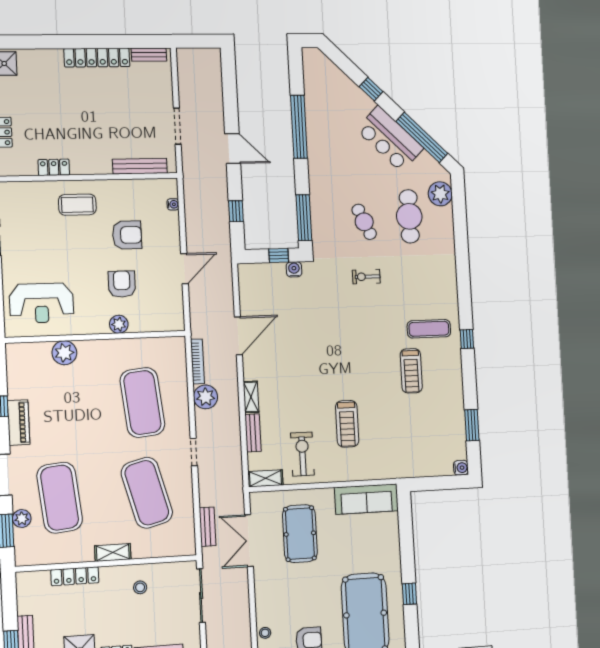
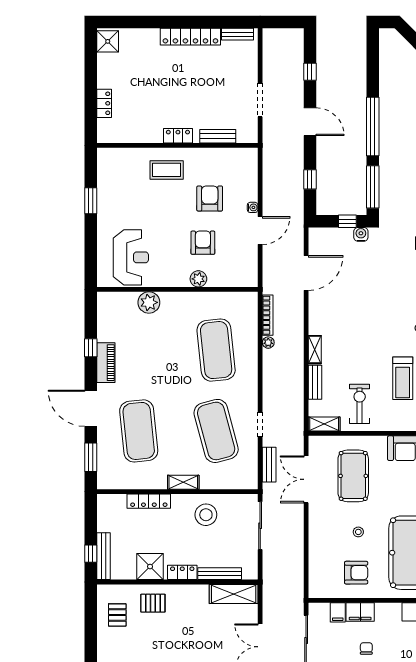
window: (230, 95) -> (310, 72), added
window: (299, 127) -> (373, 127), moved
bench: (140, 166) -> (218, 136), width x0.73
locker: (54, 167) -> (178, 136), moved
water cooler: (173, 204) -> (253, 207), moved
armchair: (127, 235) -> (210, 198), turned -90
reception desk: (42, 303) -> (131, 257), turned -90
door: (238, 336) -> (306, 273), moved
plant: (206, 397) -> (268, 343), width x0.53, depth x0.53
doorway: (194, 452) -> (260, 425), moved
plant: (22, 518) -> (105, 447), removed
stool: (140, 587) -> (206, 515), width x1.89, depth x1.89
stool: (265, 633) -> (358, 532), moved

